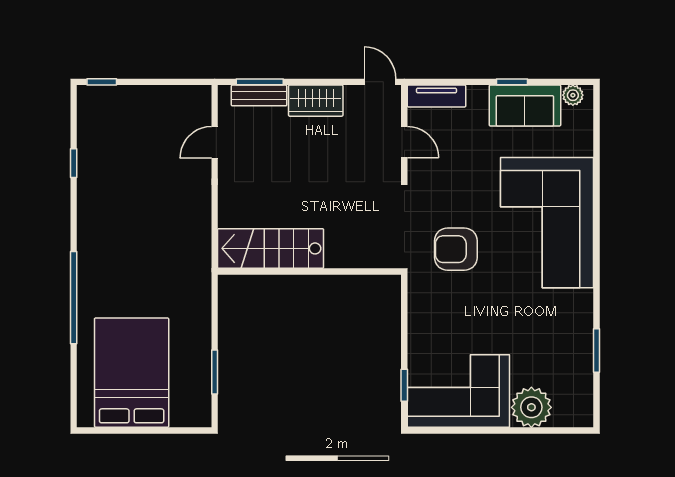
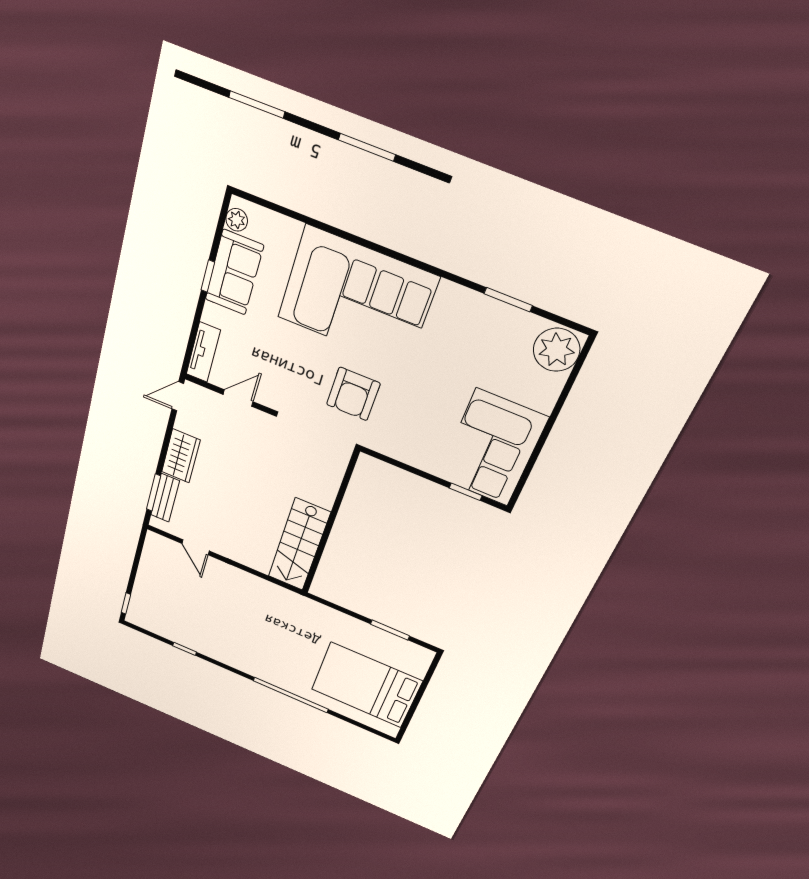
plant: (531, 407) -> (557, 350), moved

